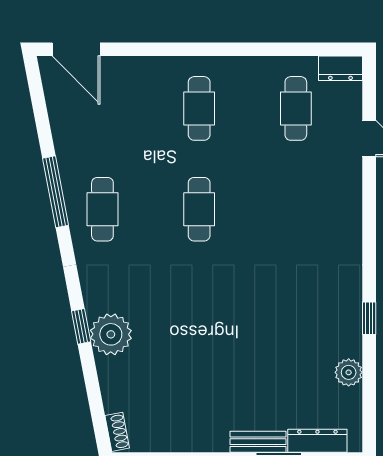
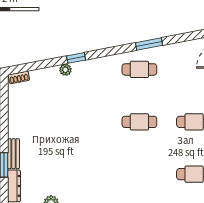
window: (56, 192) -> (149, 44), width x0.69
plant: (111, 334) -> (65, 70), width x0.53, depth x0.53

